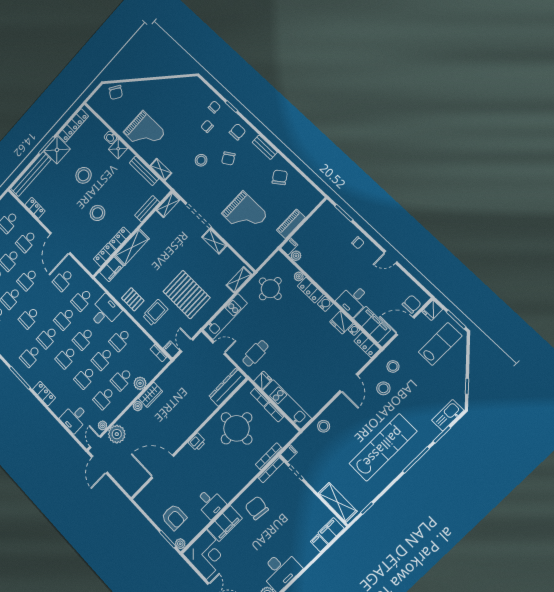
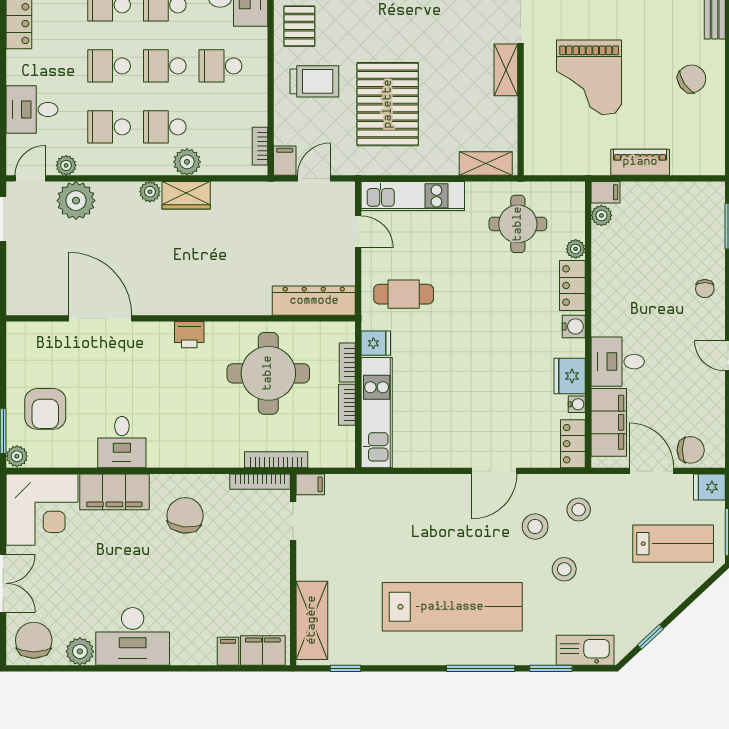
stool: (324, 426) -> (564, 569), moved

